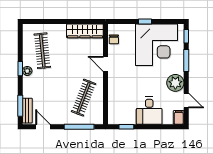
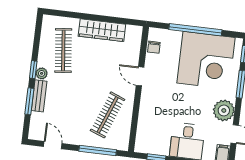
window: (145, 22) -> (195, 30), width x3.17
wardrobe: (85, 31) -> (102, 30), moved
window: (20, 106) -> (29, 101), moved
bench: (27, 111) -> (39, 96), moved

